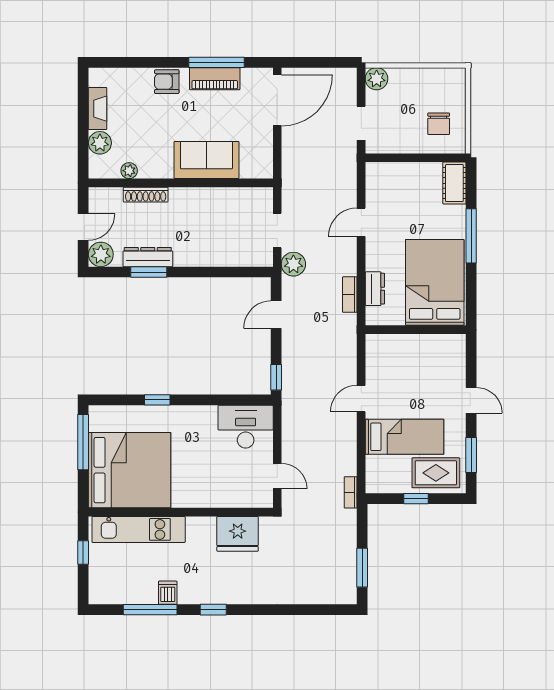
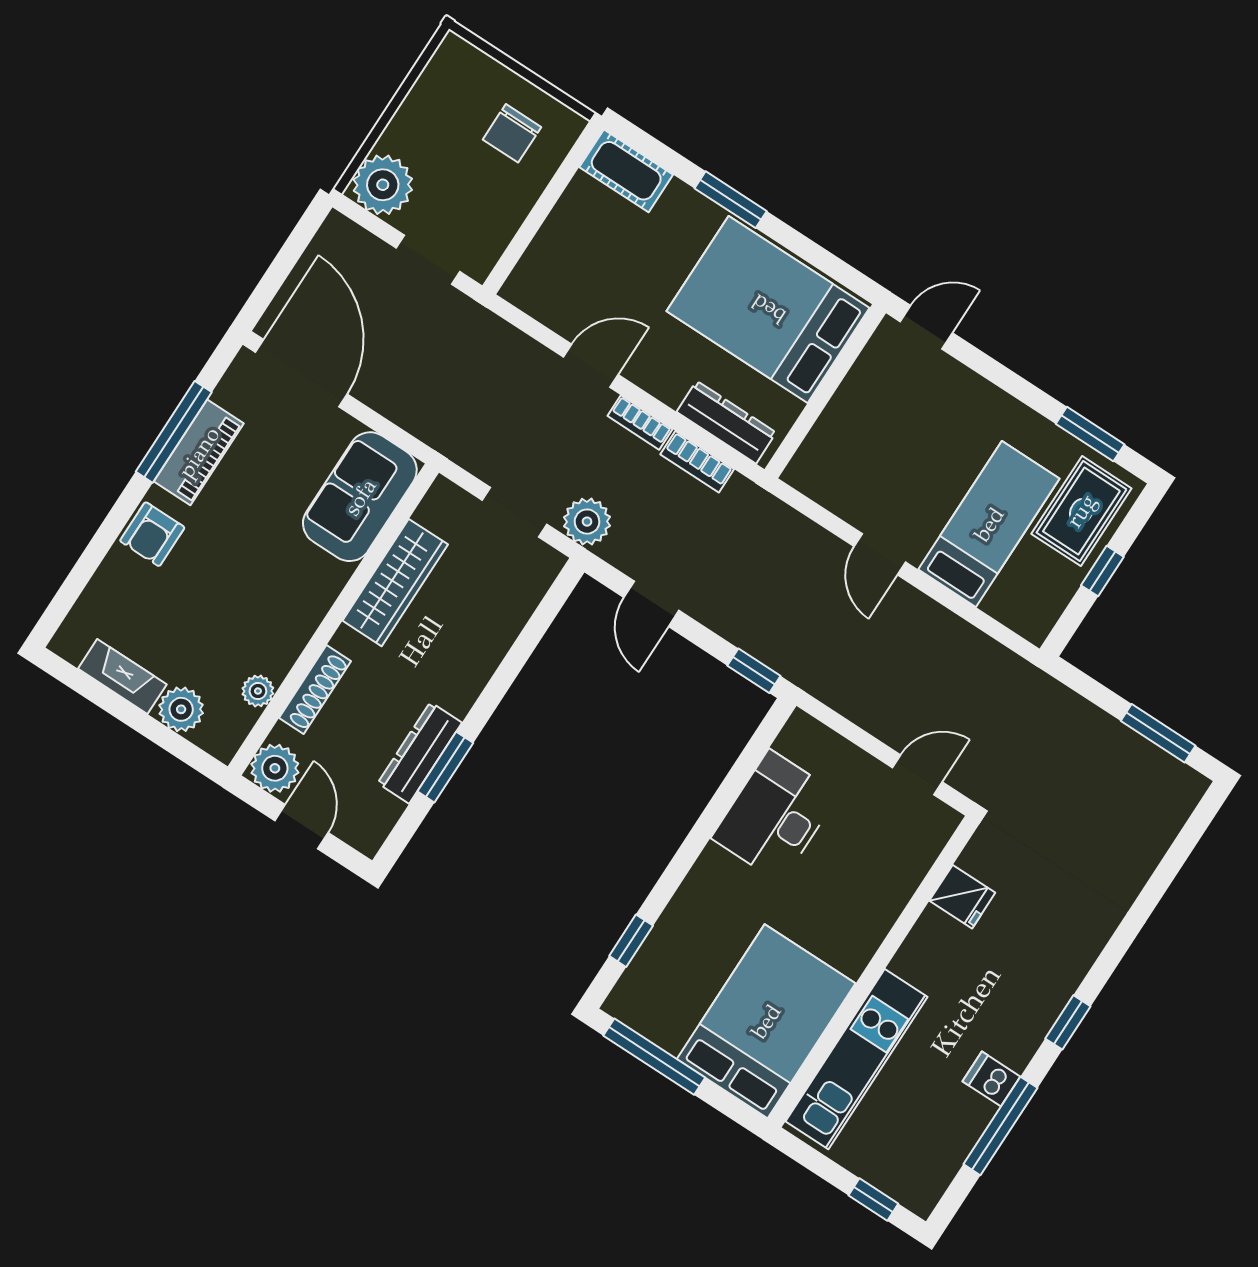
plant: (377, 79) -> (383, 185), width x1.36, depth x1.36
chair: (439, 124) -> (512, 133), turned 90
sofa: (207, 160) -> (360, 497), moved
wardrobe: (214, 199) -> (395, 583), added
door: (361, 222) -> (591, 366), swing flipped
window: (471, 236) -> (731, 200), width x0.69
plant: (101, 254) -> (275, 768), moved
dresser: (375, 289) -> (726, 422), width x1.44
window: (157, 400) -> (631, 941), moved
door: (471, 400) -> (926, 327), moved
desk: (246, 427) -> (775, 816), moved
bed: (130, 470) -> (766, 1021), width x0.73
bookcase: (351, 492) -> (640, 423), moved
fridge: (238, 534) -> (962, 897), width x0.53, depth x0.75
window: (83, 553) -> (873, 1199), moved

